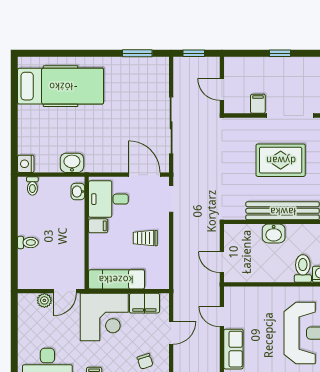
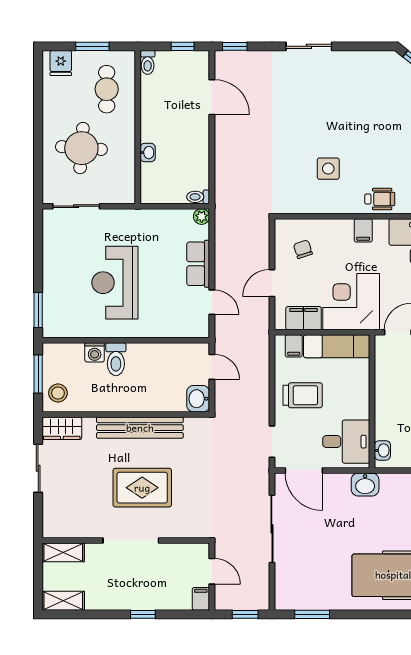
filing cabinet: (258, 104) -> (201, 599), moved, turned 180
washbasin: (72, 163) -> (365, 484), moved
filing cabinet: (98, 226) -> (294, 346), moved, turned -90
washbasin: (274, 233) -> (198, 399), moved, turned -90
trolley: (145, 238) -> (303, 395), width x1.36, depth x1.39

